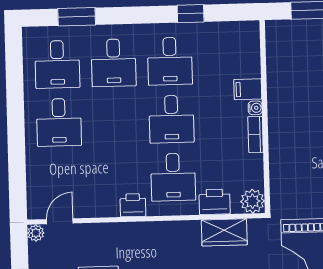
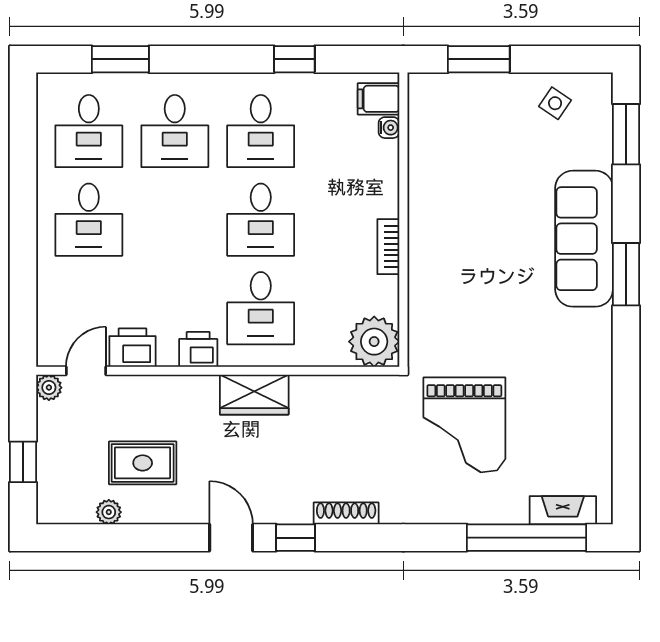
filing cabinet: (248, 89) -> (379, 99), moved
water cooler: (255, 108) -> (389, 128), moved
plant: (252, 201) -> (374, 342), width x1.36, depth x1.36
printer: (215, 202) -> (133, 348), moved
wardrobe: (224, 232) -> (254, 395), moved

